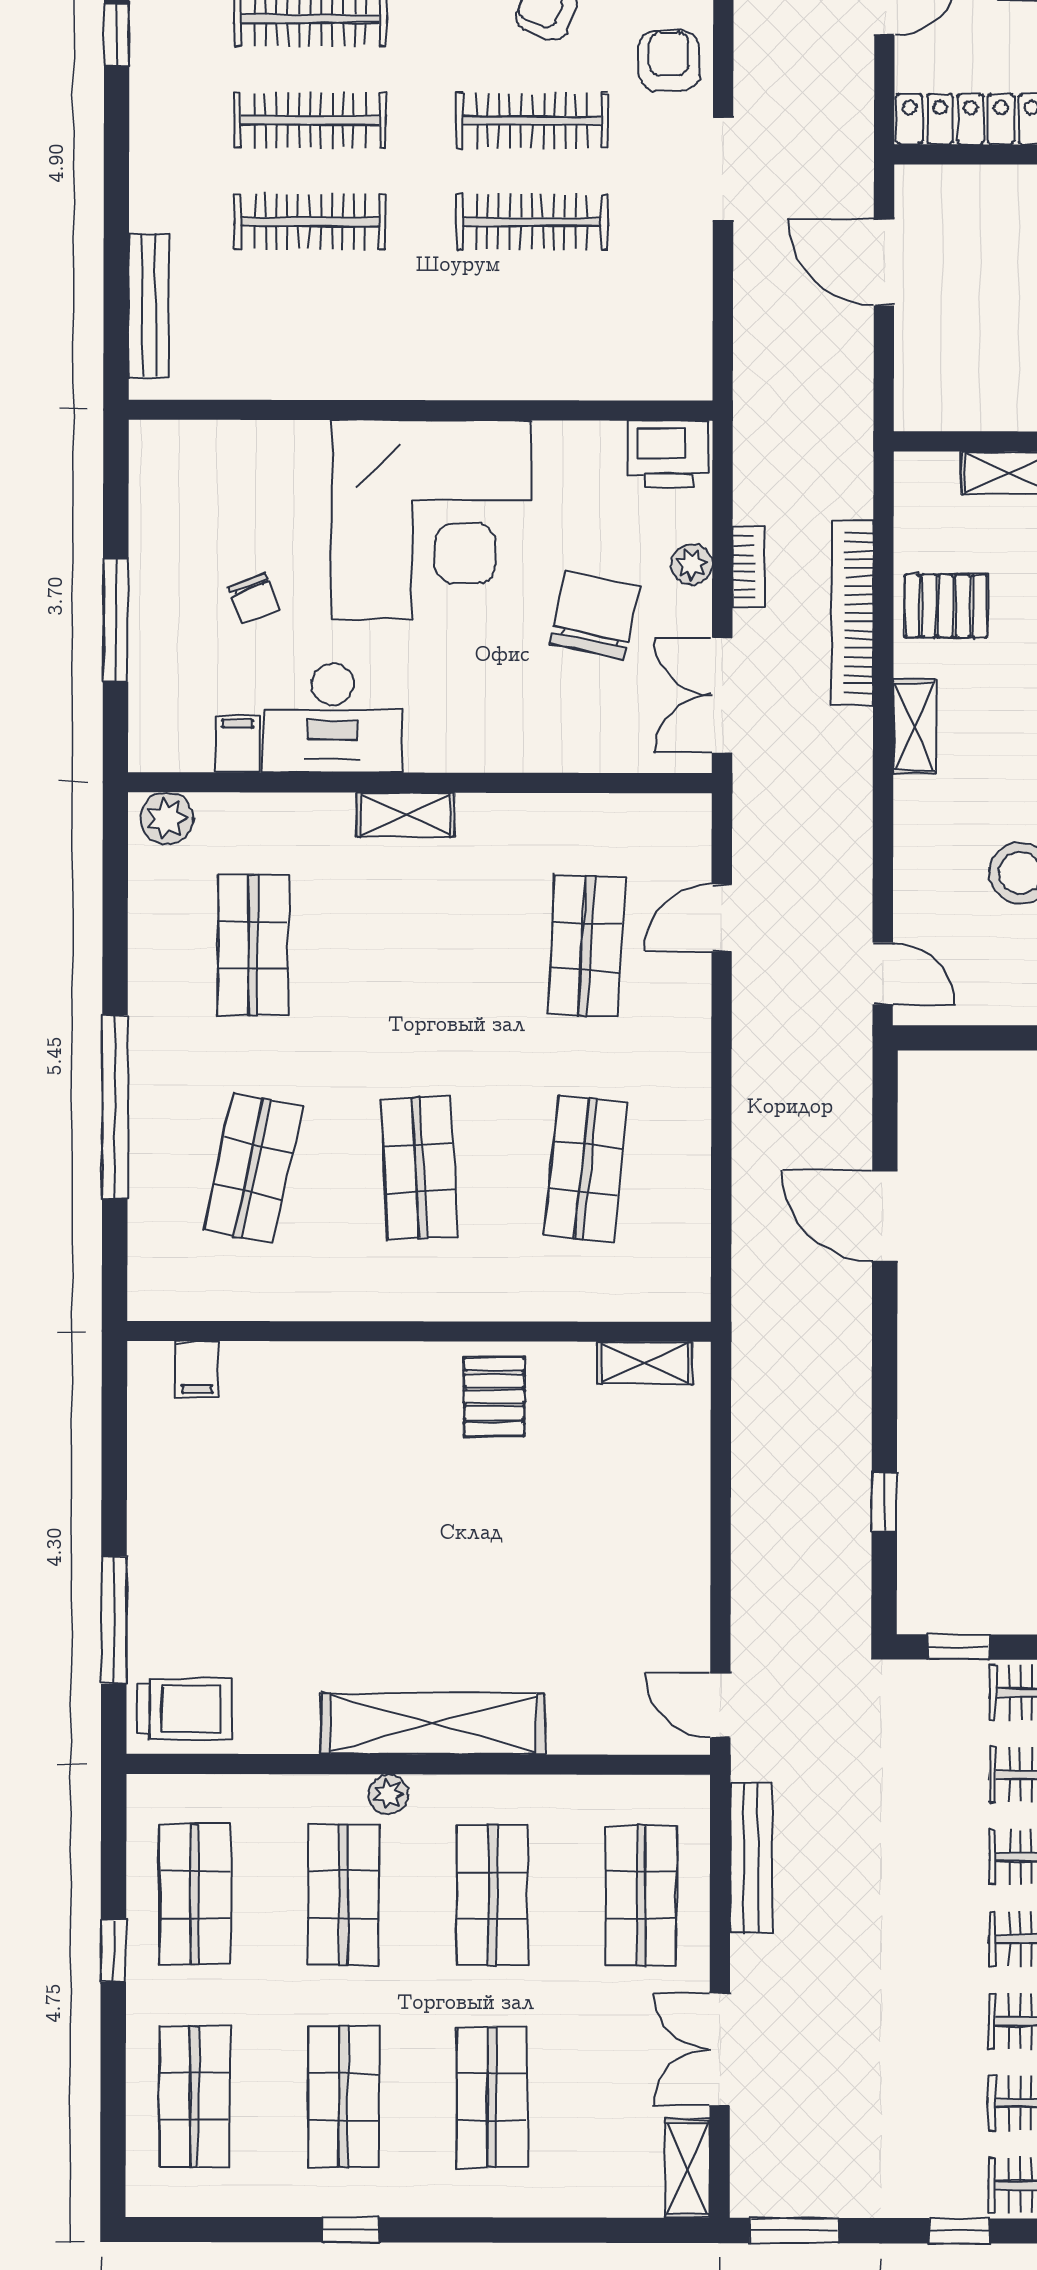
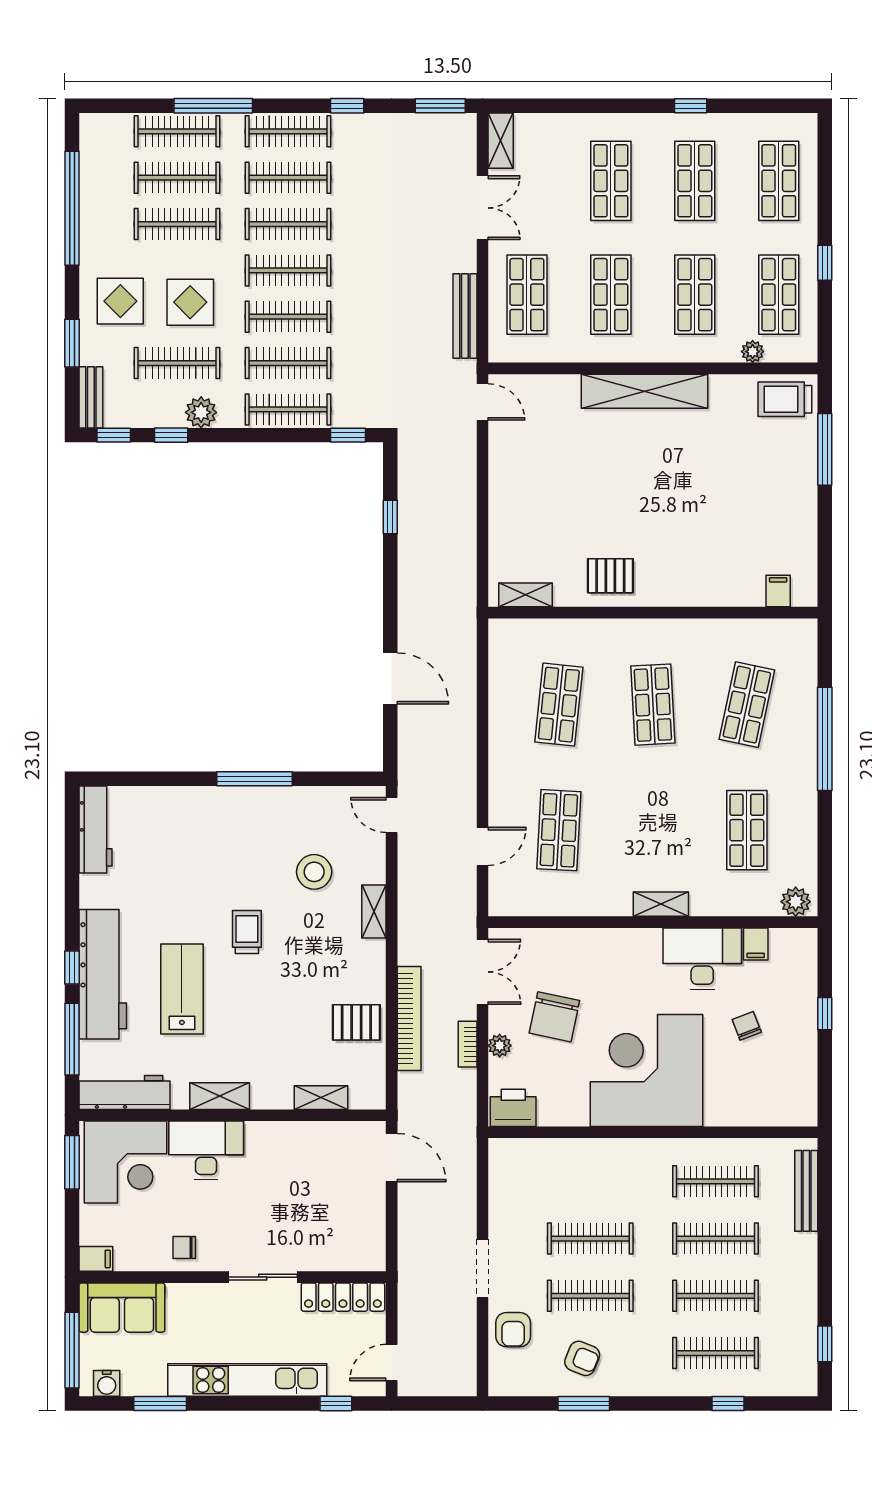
door: (884, 263) -> (392, 1158), moved
clothes rail: (310, 323) -> (715, 1181), added
window: (116, 620) -> (825, 1014), width x0.46
shelving: (914, 727) -> (374, 911), moved
pallet: (494, 1397) -> (610, 576), turned 90
plant: (388, 1794) -> (753, 352), moved

